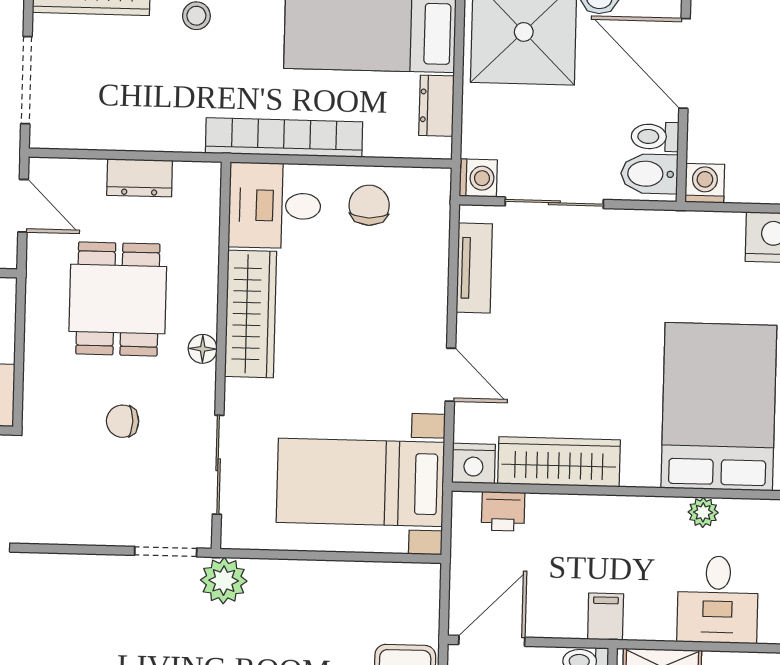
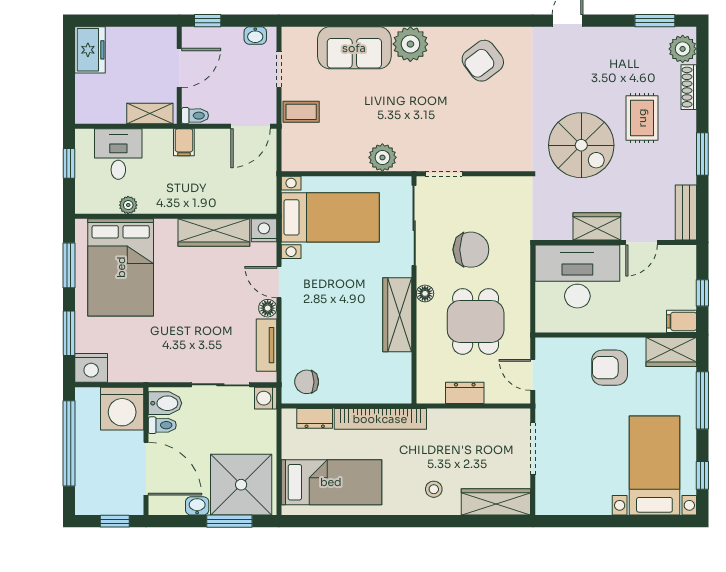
dresser: (436, 106) -> (315, 418), moved, turned 90
washing machine: (705, 183) -> (122, 409), width x1.89, depth x1.89
chair: (369, 205) -> (307, 382), moved, turned 90
desk: (275, 206) -> (385, 379), removed
floor lamp: (471, 331) -> (268, 308), added
chair: (123, 421) -> (471, 250), width x1.87, depth x1.87
sliding door: (218, 465) -> (414, 226), width x1.37
printer: (503, 511) -> (246, 203), removed
plant: (224, 581) -> (382, 157), moved

